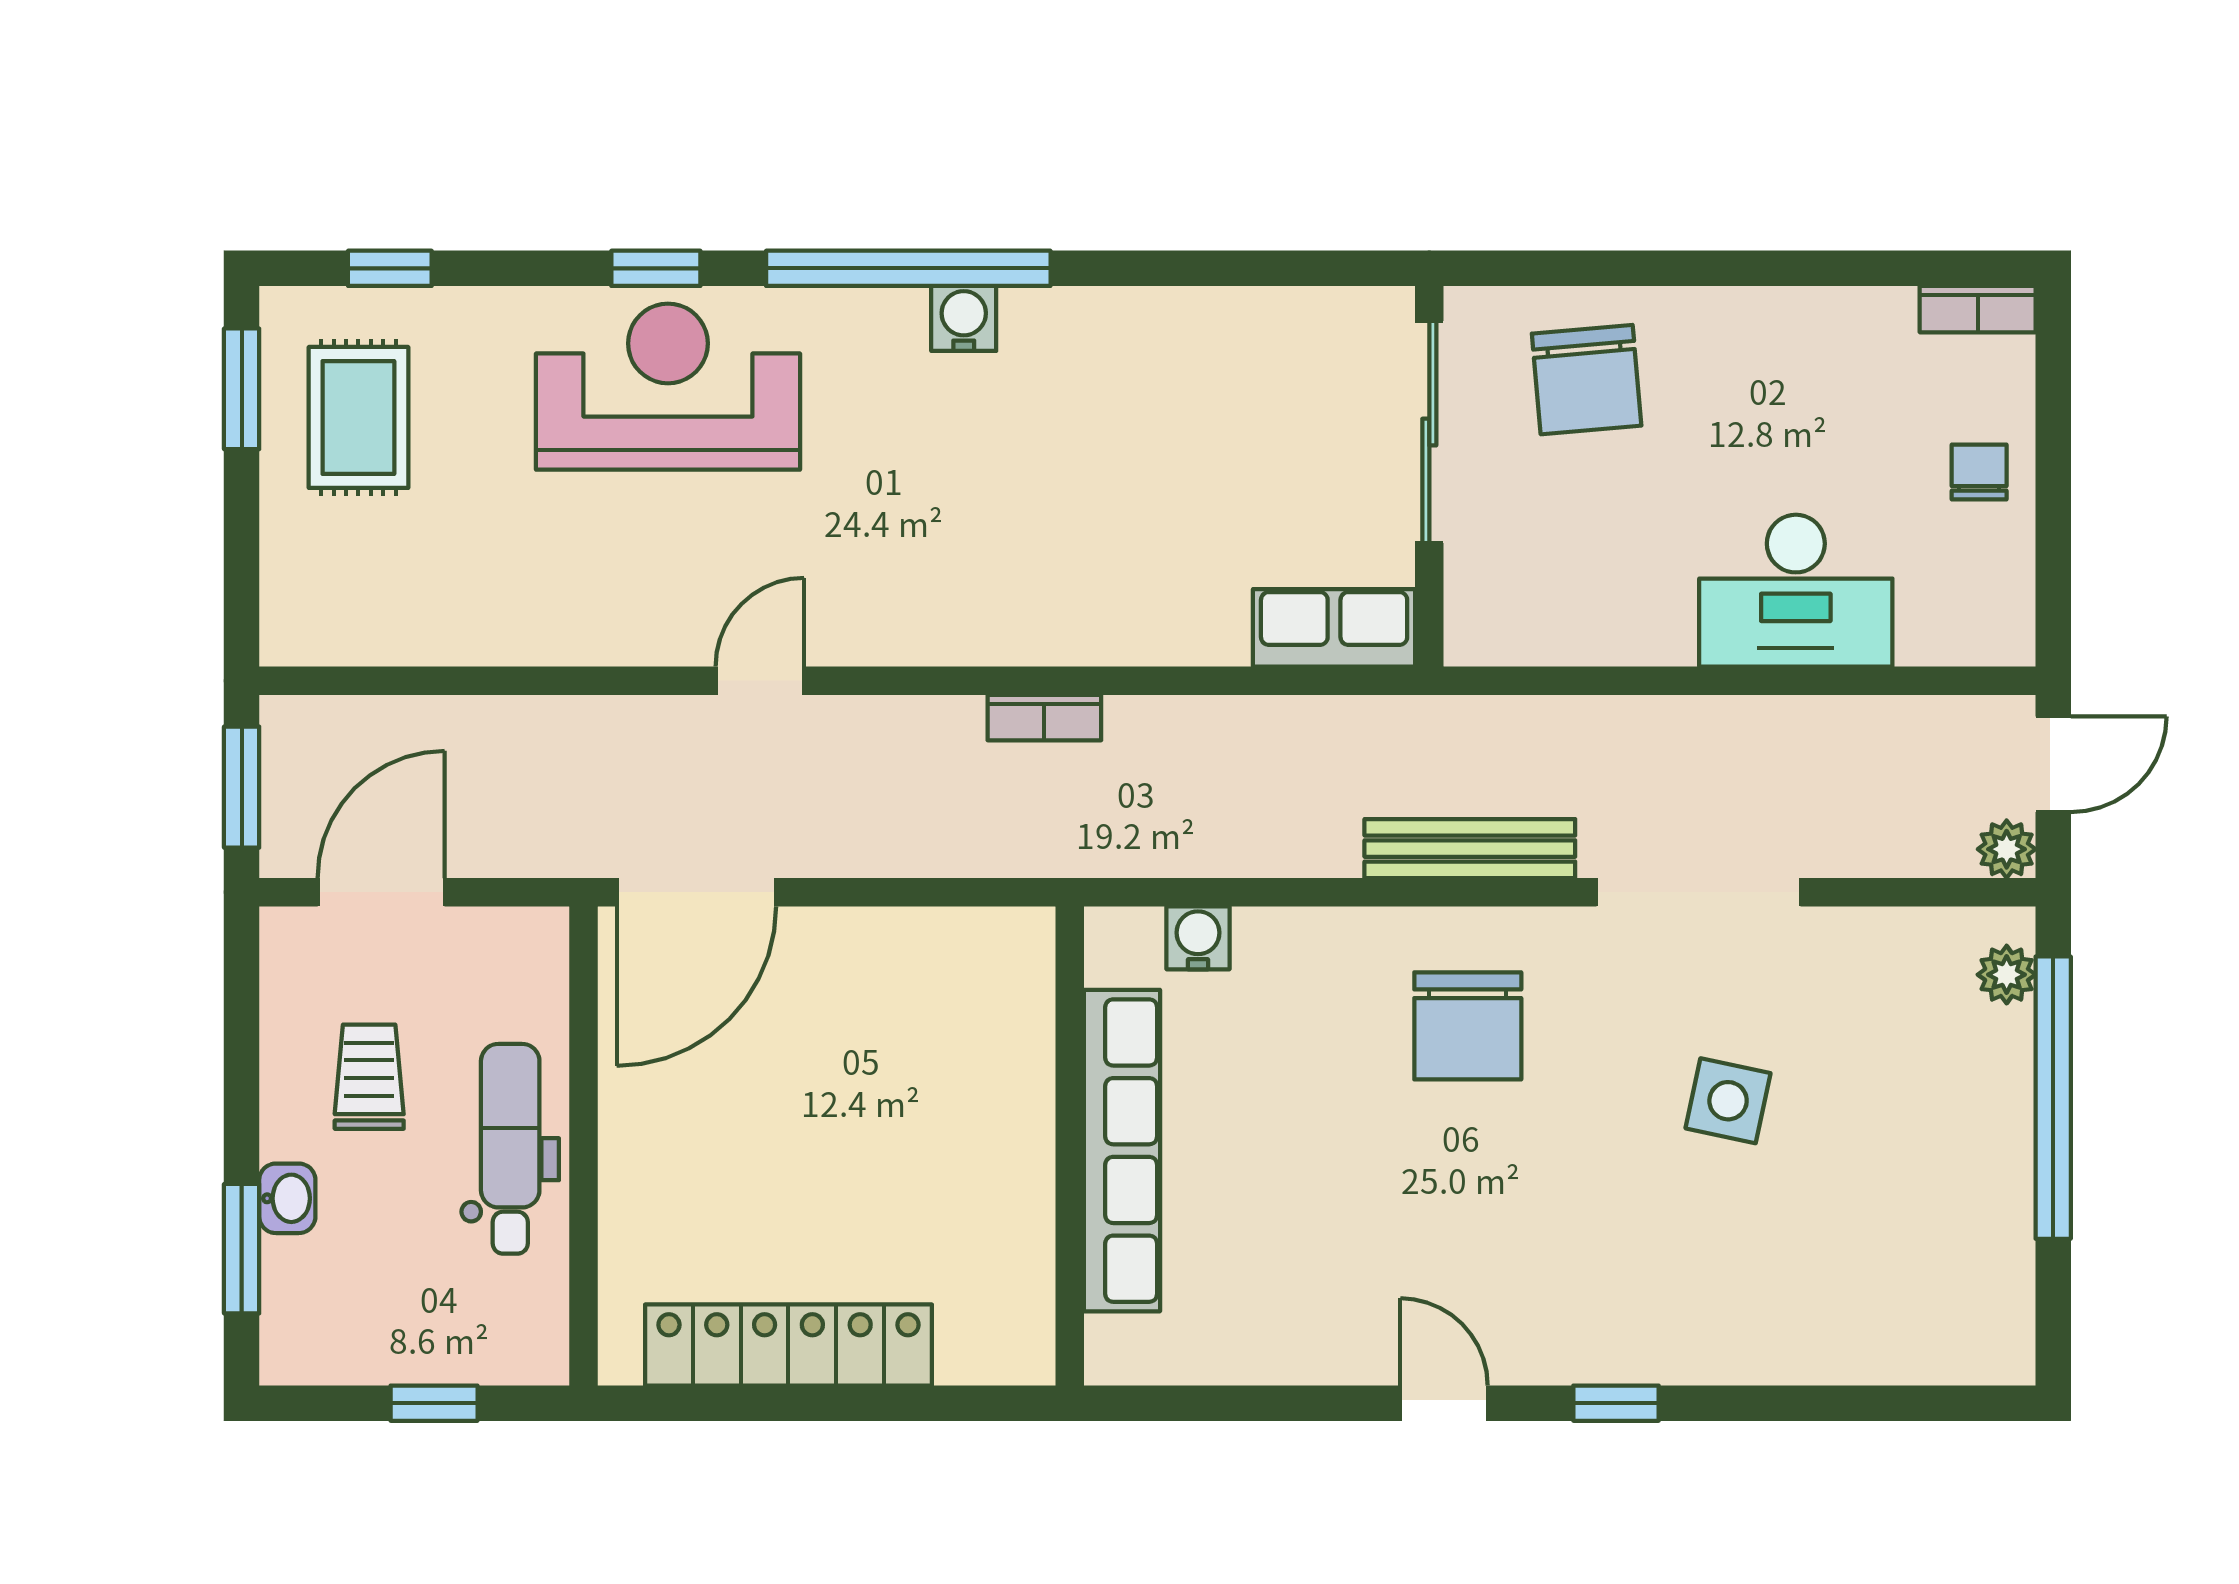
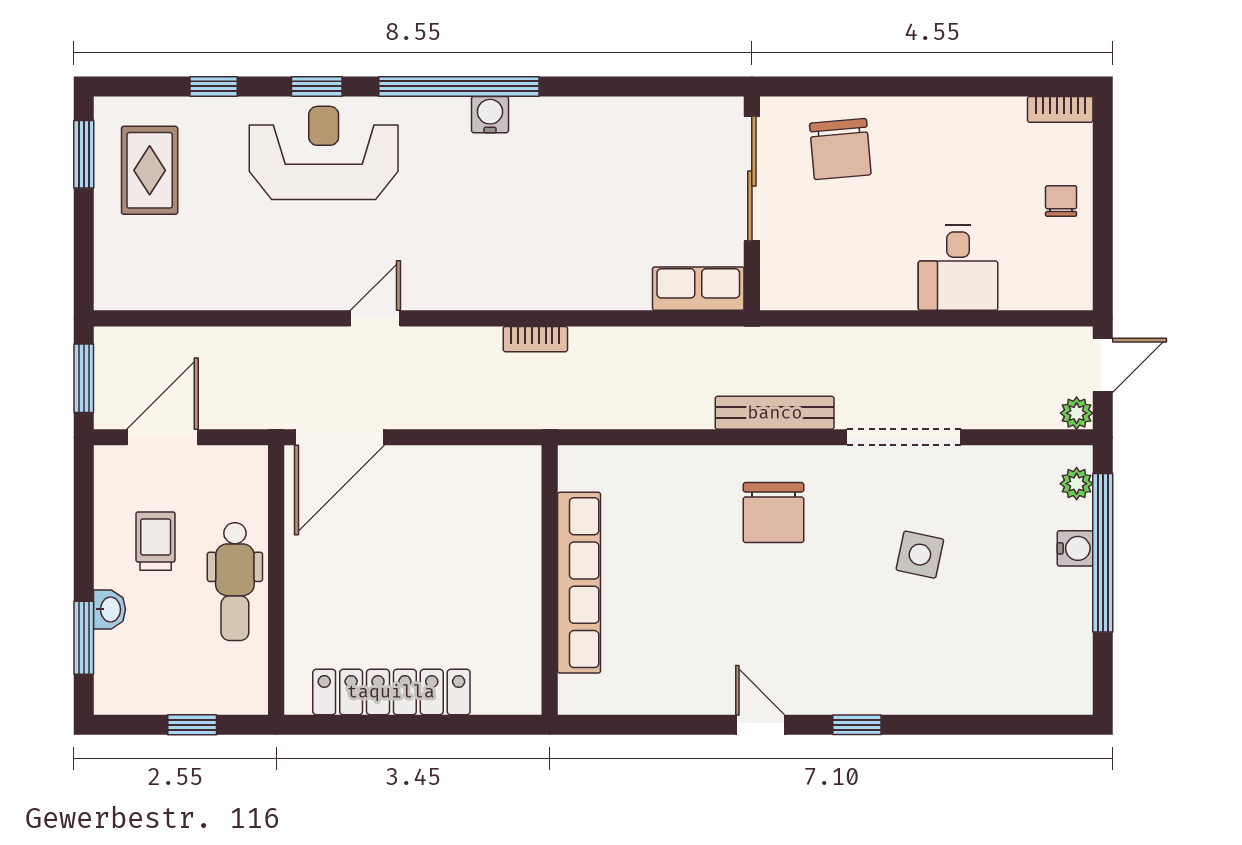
window: (390, 268) -> (214, 86), moved
desk: (1796, 591) -> (958, 268), width x0.73
water cooler: (1198, 938) -> (1075, 548), moved, turned 90
dental chair: (510, 1149) -> (235, 582), turned 180

